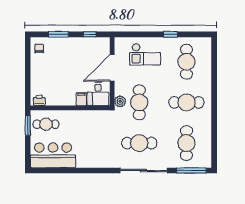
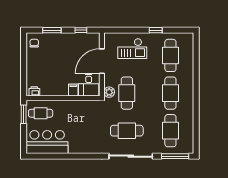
cafe table: (186, 102) -> (170, 93), turned 90

